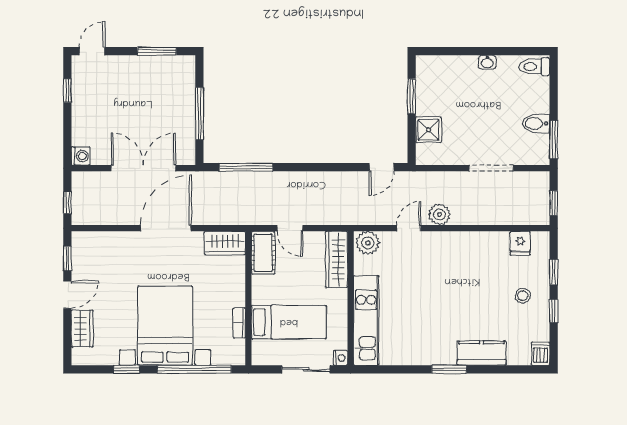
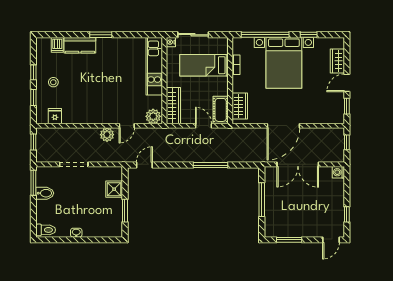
window: (246, 167) -> (210, 165), moved
wardrobe: (225, 243) -> (240, 106), moved, turned 90
dishwasher: (541, 354) -> (57, 45), moved

